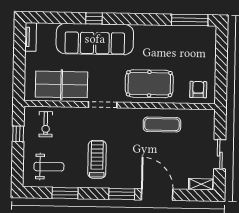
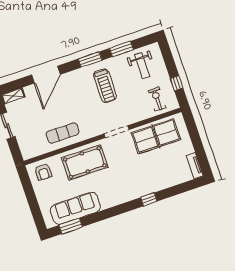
window: (190, 20) -> (71, 226), width x0.69
sofa: (95, 39) -> (75, 208), moved, width x0.74, depth x0.79
weight bench: (49, 167) -> (142, 66), turned -90
window: (122, 194) -> (90, 60), moved
door: (157, 195) -> (46, 75), hinge flipped

